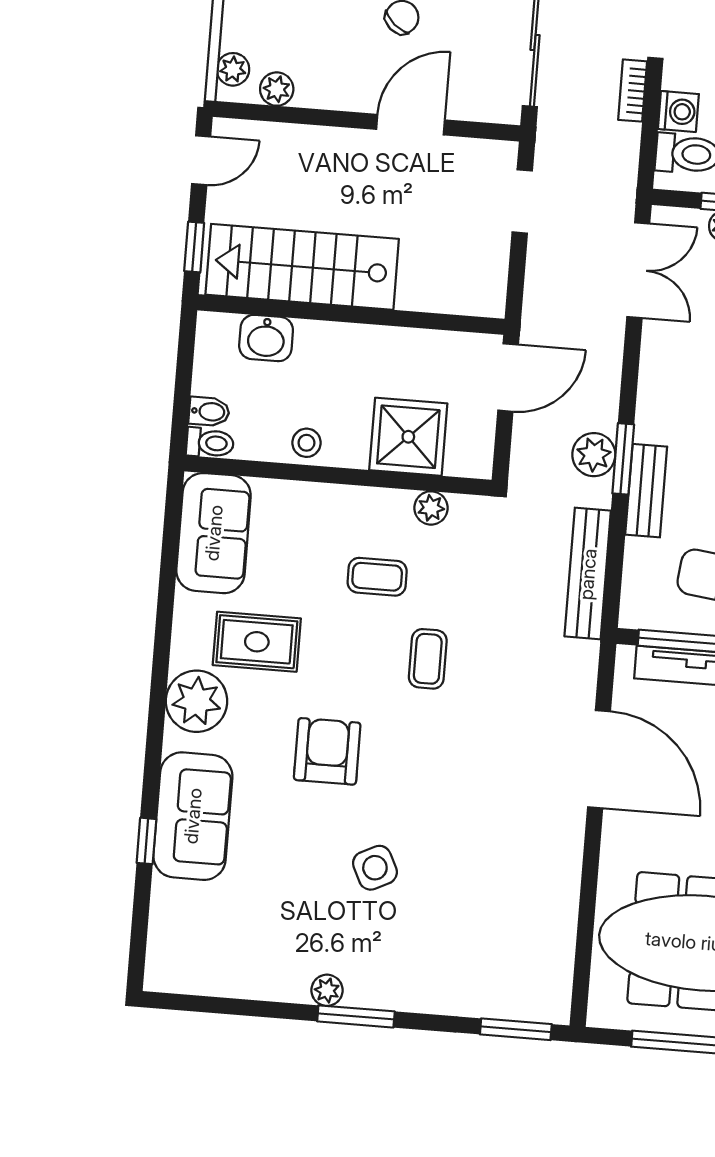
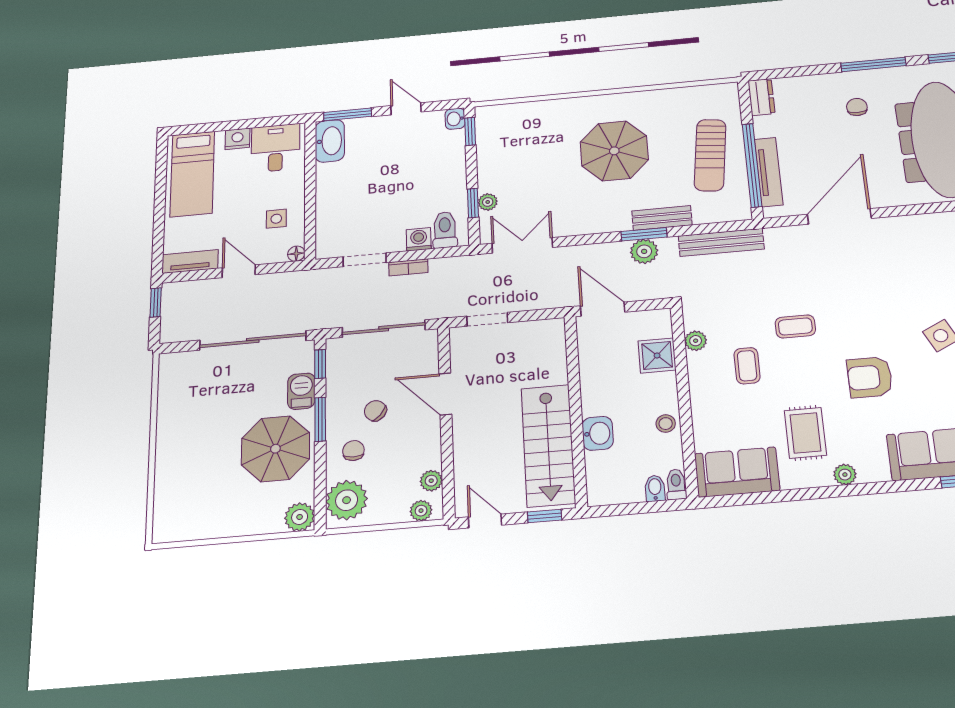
washbasin: (266, 338) -> (598, 433), moved
shower: (408, 437) -> (657, 355), width x0.73, depth x0.73
plant: (197, 701) -> (845, 475), width x0.53, depth x0.53

